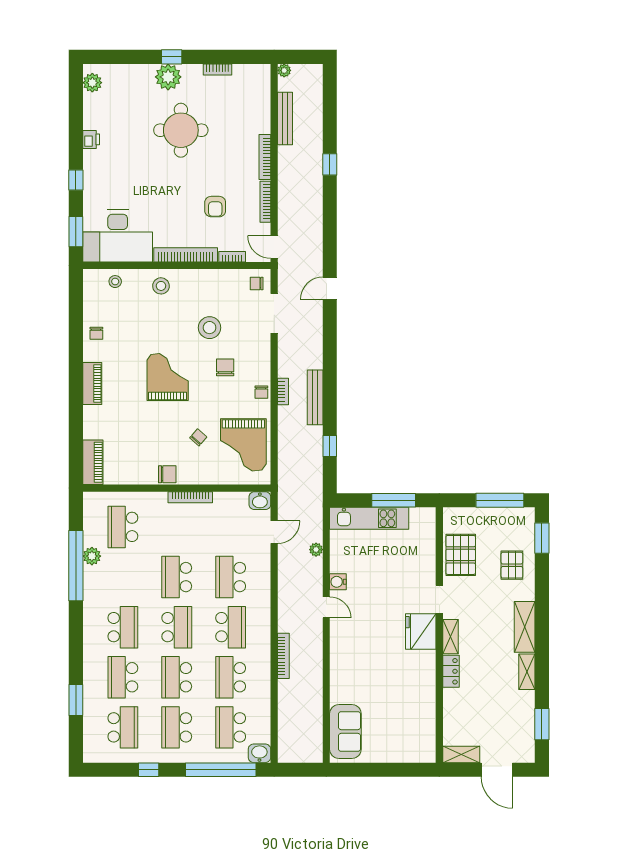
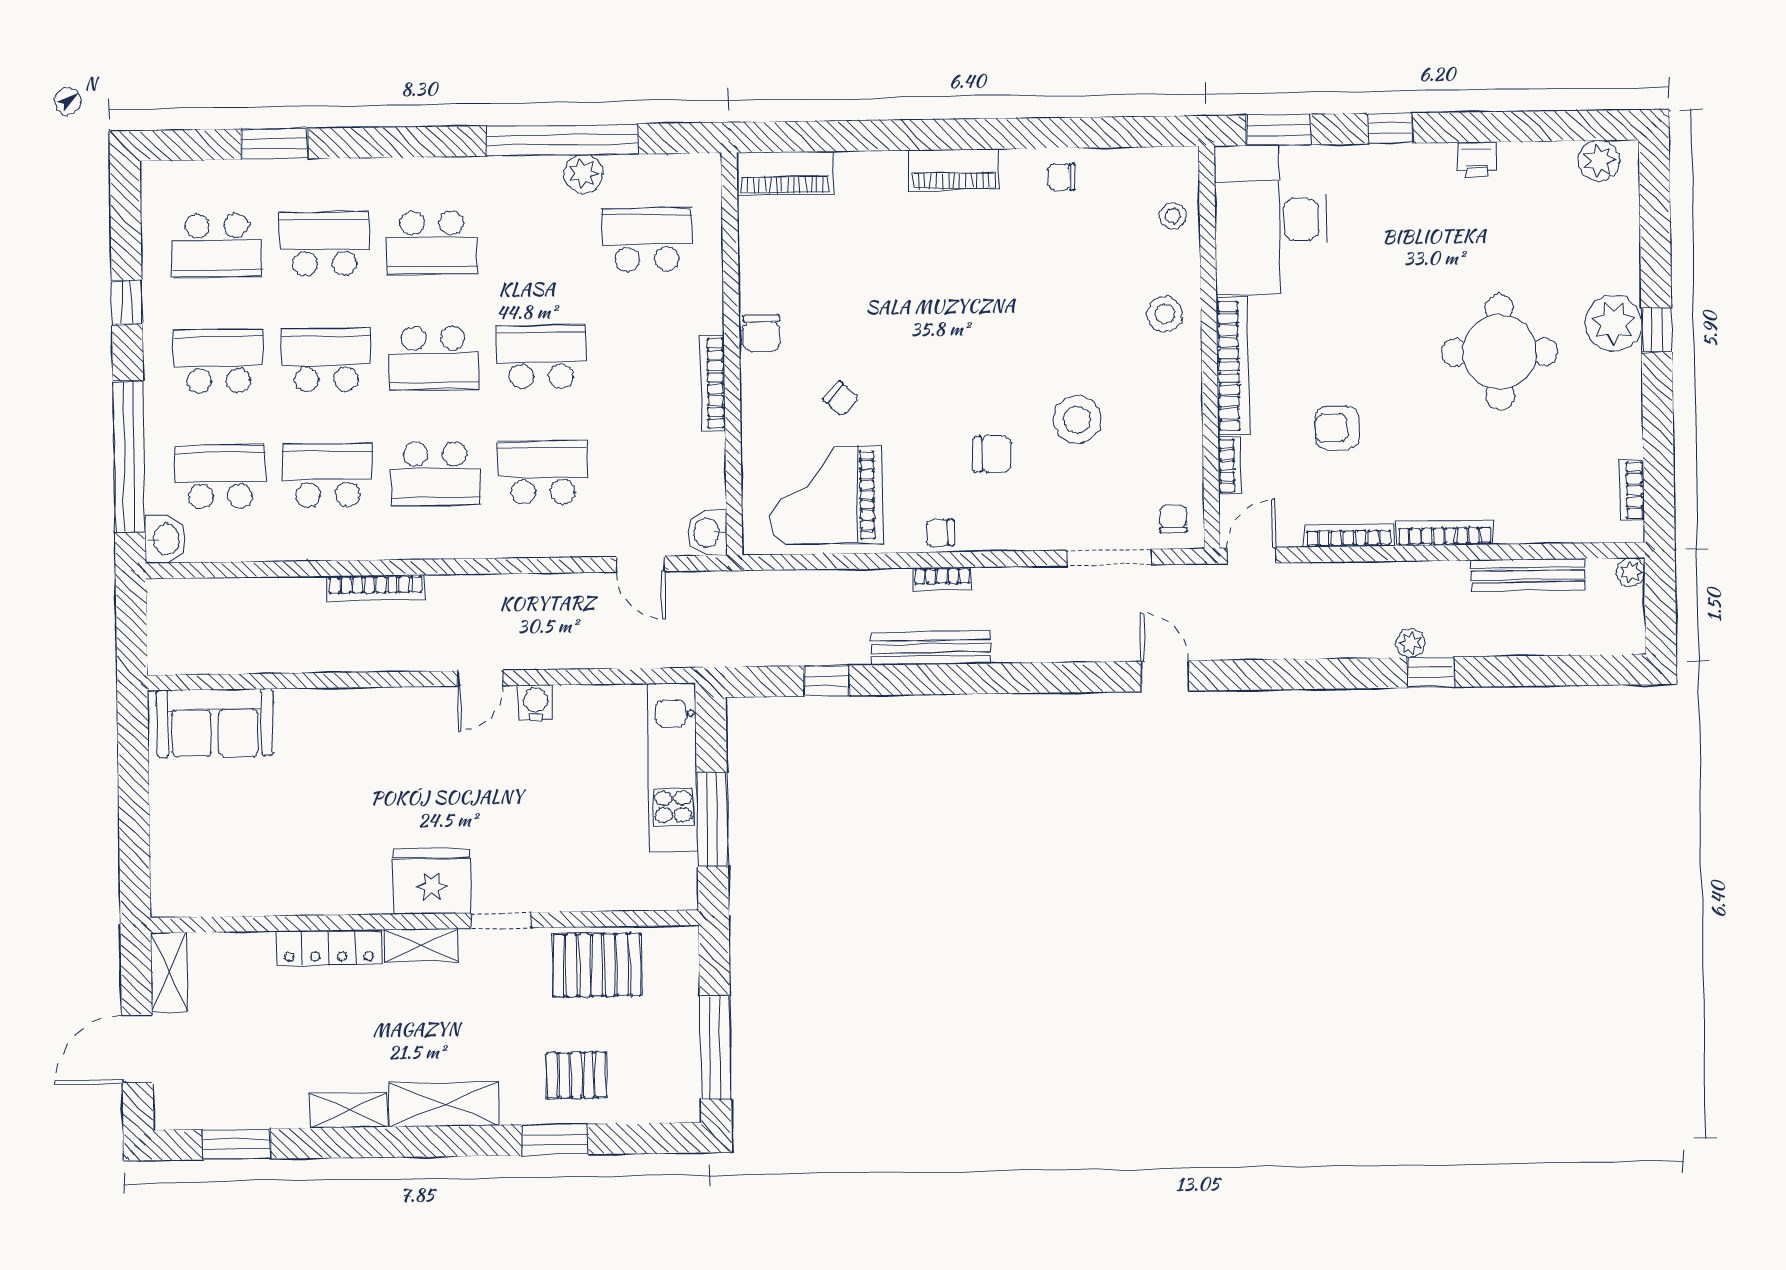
bookcase: (218, 70) -> (1632, 490), moved
grand piano: (168, 377) -> (970, 331), removed
window: (542, 538) -> (555, 1140), moved
plant: (316, 550) -> (1410, 643), moved
locker: (451, 671) -> (329, 948), width x1.53

